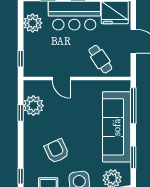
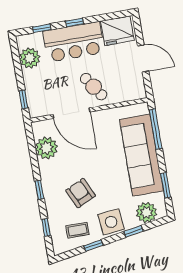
cafe table: (100, 59) -> (94, 87), moved
door: (61, 79) -> (71, 113), width x1.87
window: (21, 113) -> (39, 190), moved

